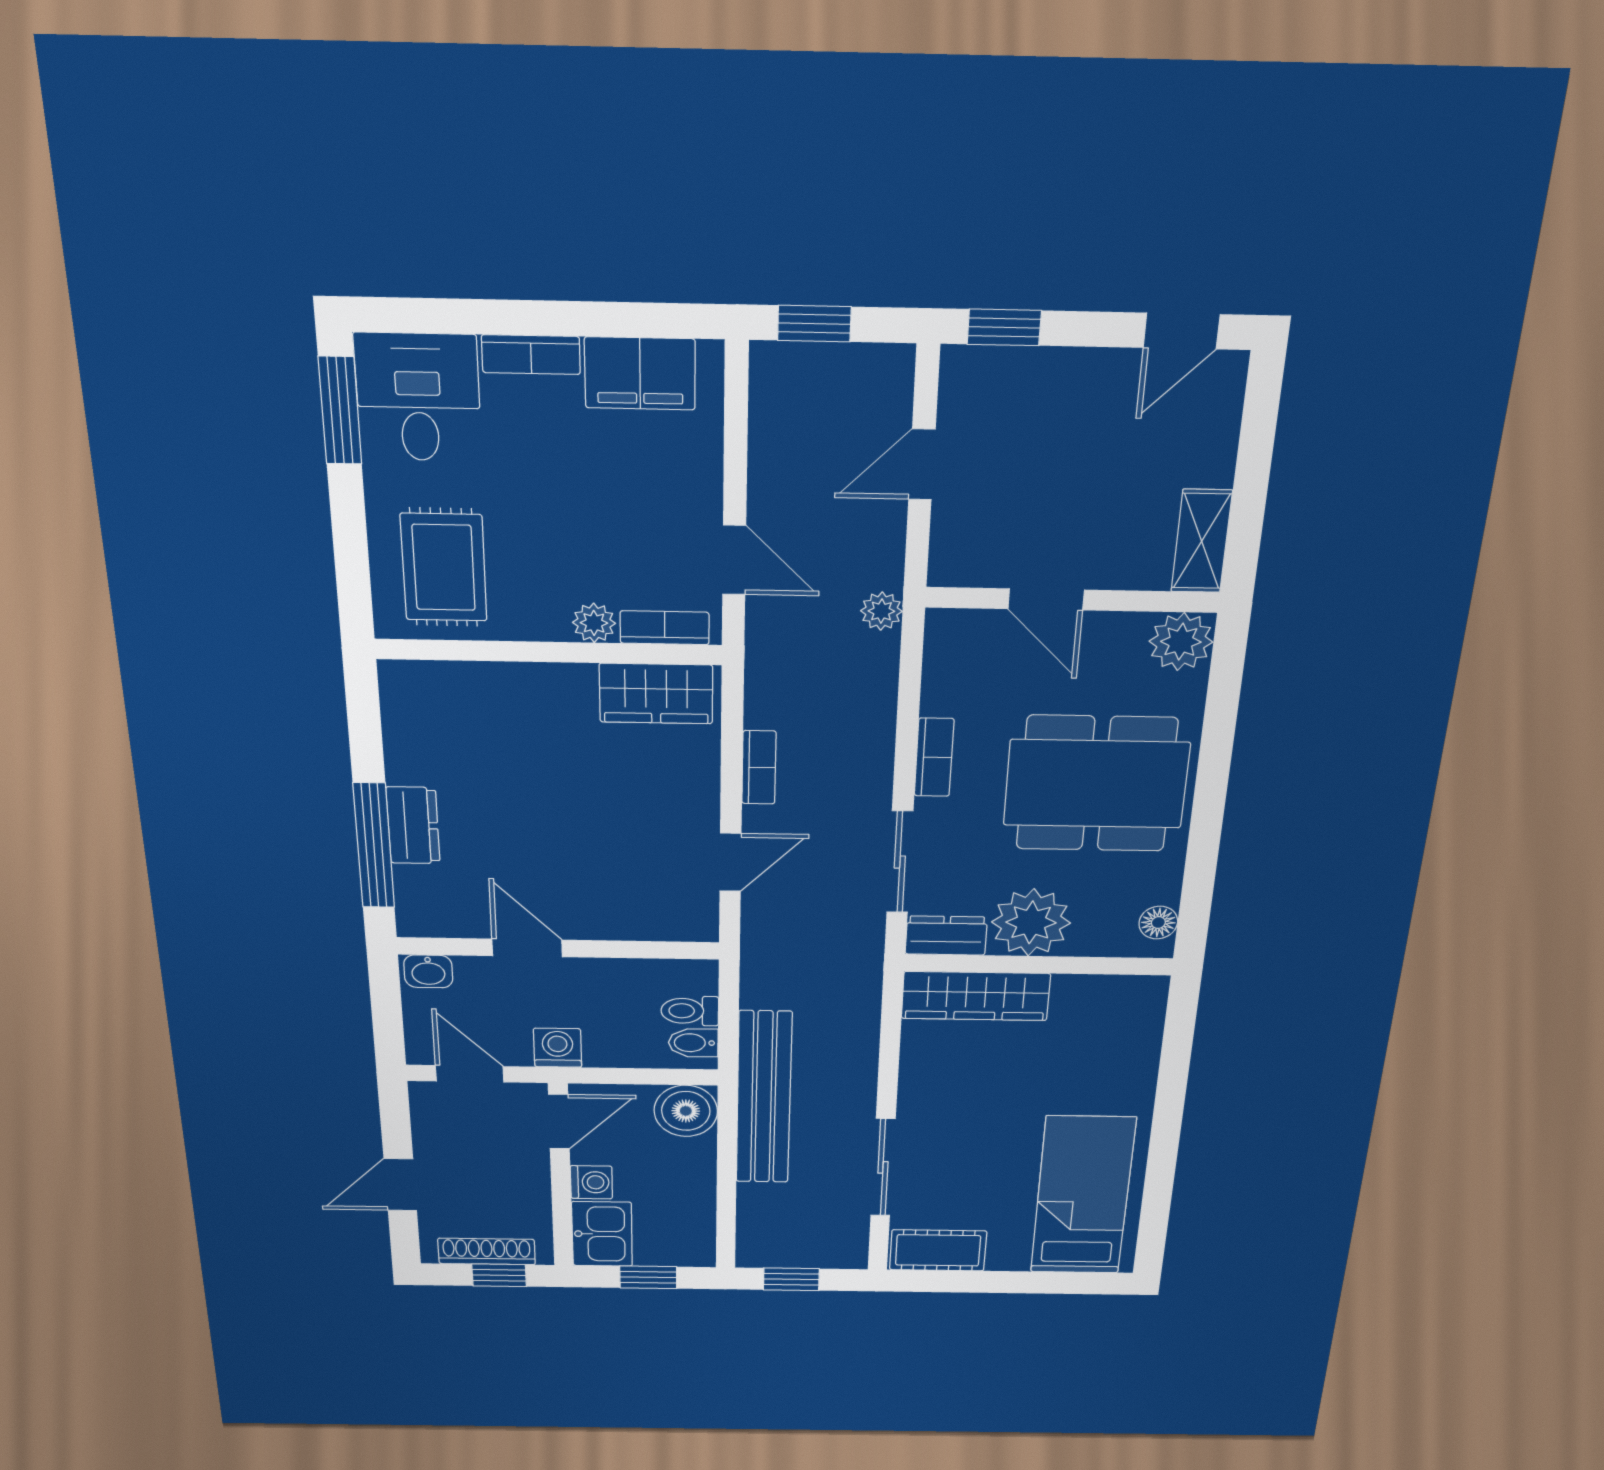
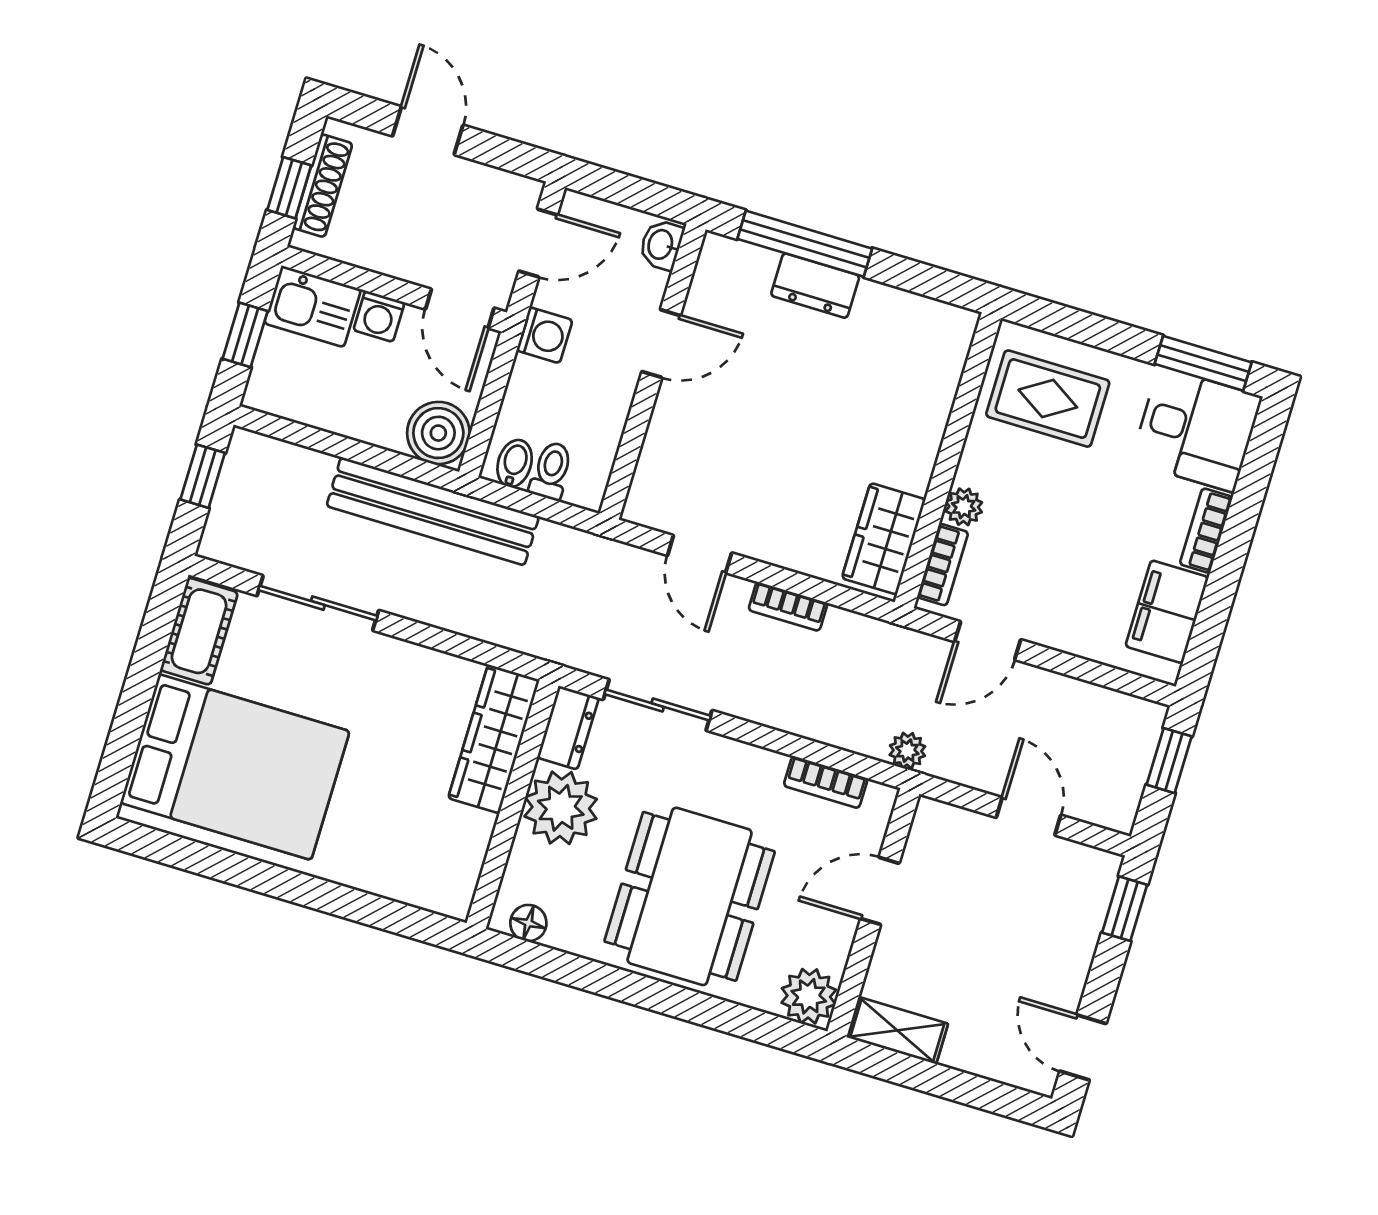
bookcase: (934, 757) -> (826, 782), moved
bed: (1083, 1196) -> (235, 767), width x1.50

